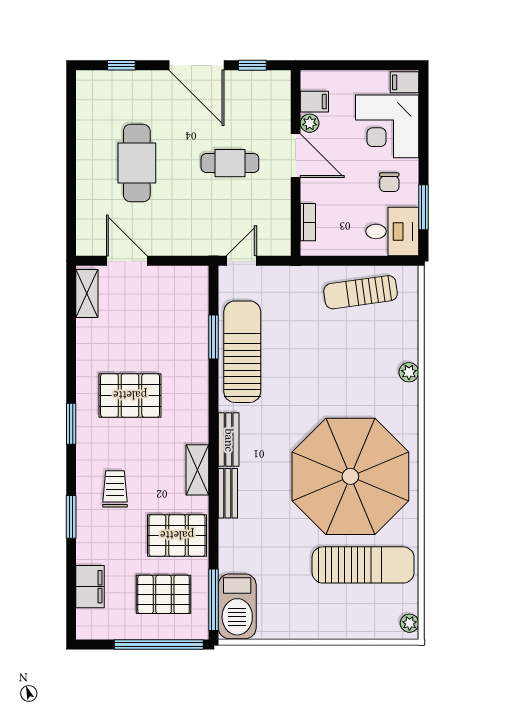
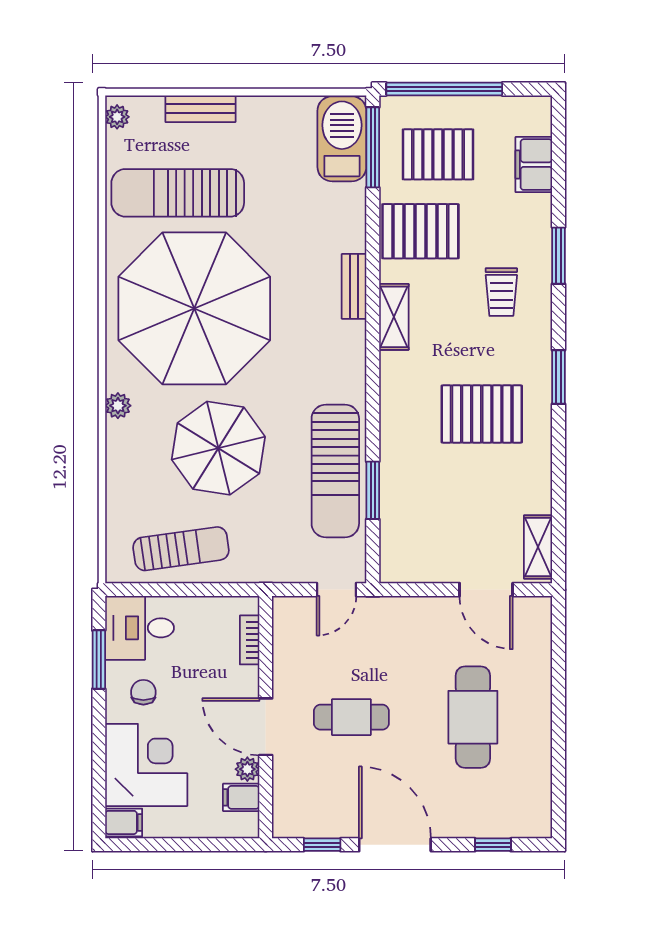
parasol: (332, 369) -> (218, 448), added
plant: (409, 372) -> (118, 406), moved
bench: (229, 440) -> (200, 109), moved, turned 90

